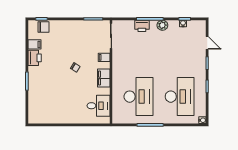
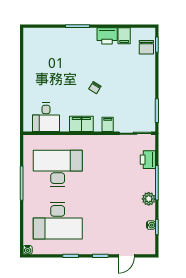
printer: (142, 26) -> (148, 160), moved
desk: (138, 97) -> (58, 168), turned 180

